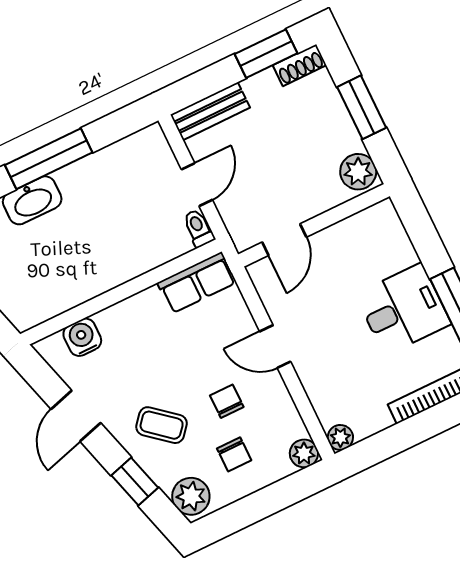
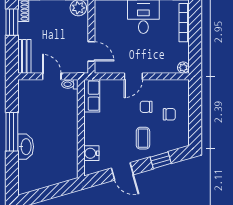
coffee table: (162, 425) -> (143, 138), turned -40
plant: (304, 453) -> (183, 86), removed
plant: (191, 496) -> (178, 140), removed

